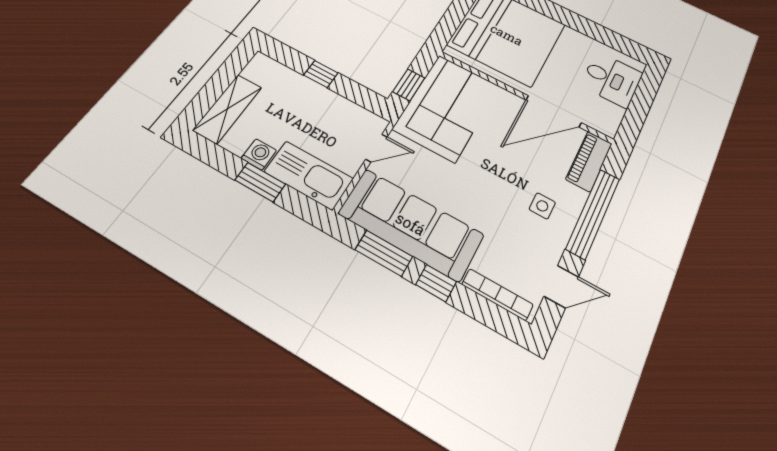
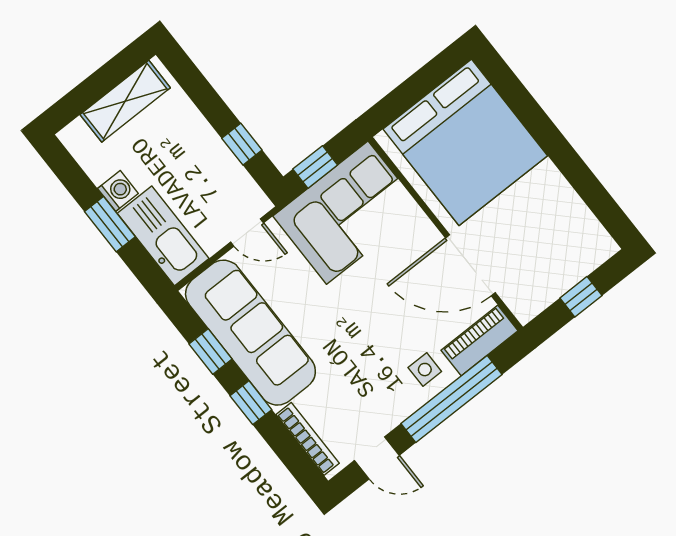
window: (321, 74) -> (242, 144), moved
desk: (612, 79) -> (564, 252), removed
window: (640, 104) -> (581, 297), added
shelving: (228, 109) -> (125, 101), moved
side table: (542, 206) -> (425, 370), moved
window: (384, 253) -> (211, 352), width x0.67

